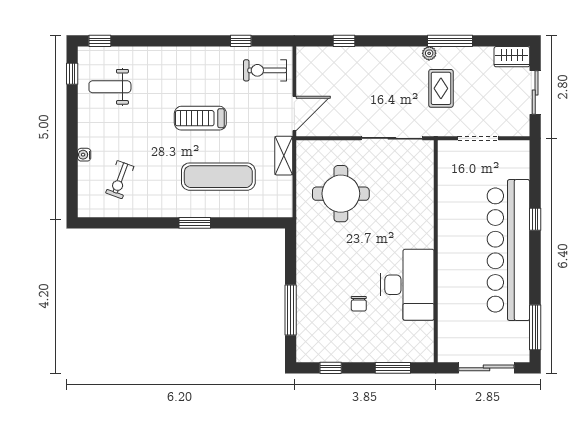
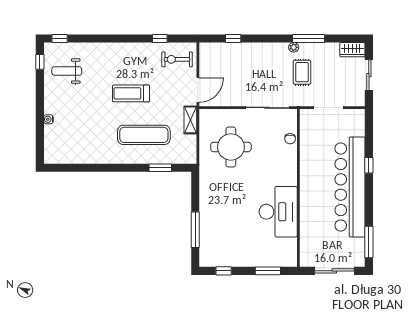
exercise bike: (120, 180) -> (74, 137), removed
window: (195, 223) -> (160, 168), moved
chair: (359, 304) -> (290, 139), moved

